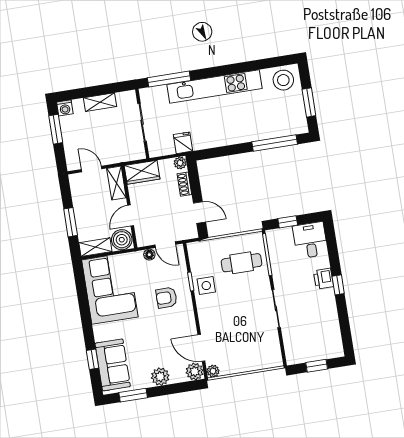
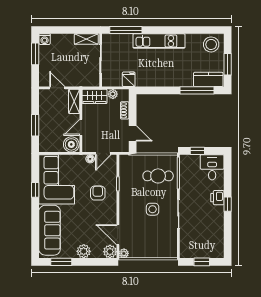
kitchen unit: (215, 86) -> (159, 41), width x0.73
shelving: (100, 102) -> (86, 39), moved
kitchen counter: (287, 126) -> (208, 79), added
plant: (180, 163) -> (113, 94), moved
door: (165, 245) -> (103, 153), hinge flipped
shelving: (95, 247) -> (51, 147), removed
side table: (206, 286) -> (153, 209), moved
armchair: (166, 298) -> (98, 193), turned 90
window: (93, 359) -> (35, 190), moved
sofa: (113, 365) -> (50, 230), width x1.36

